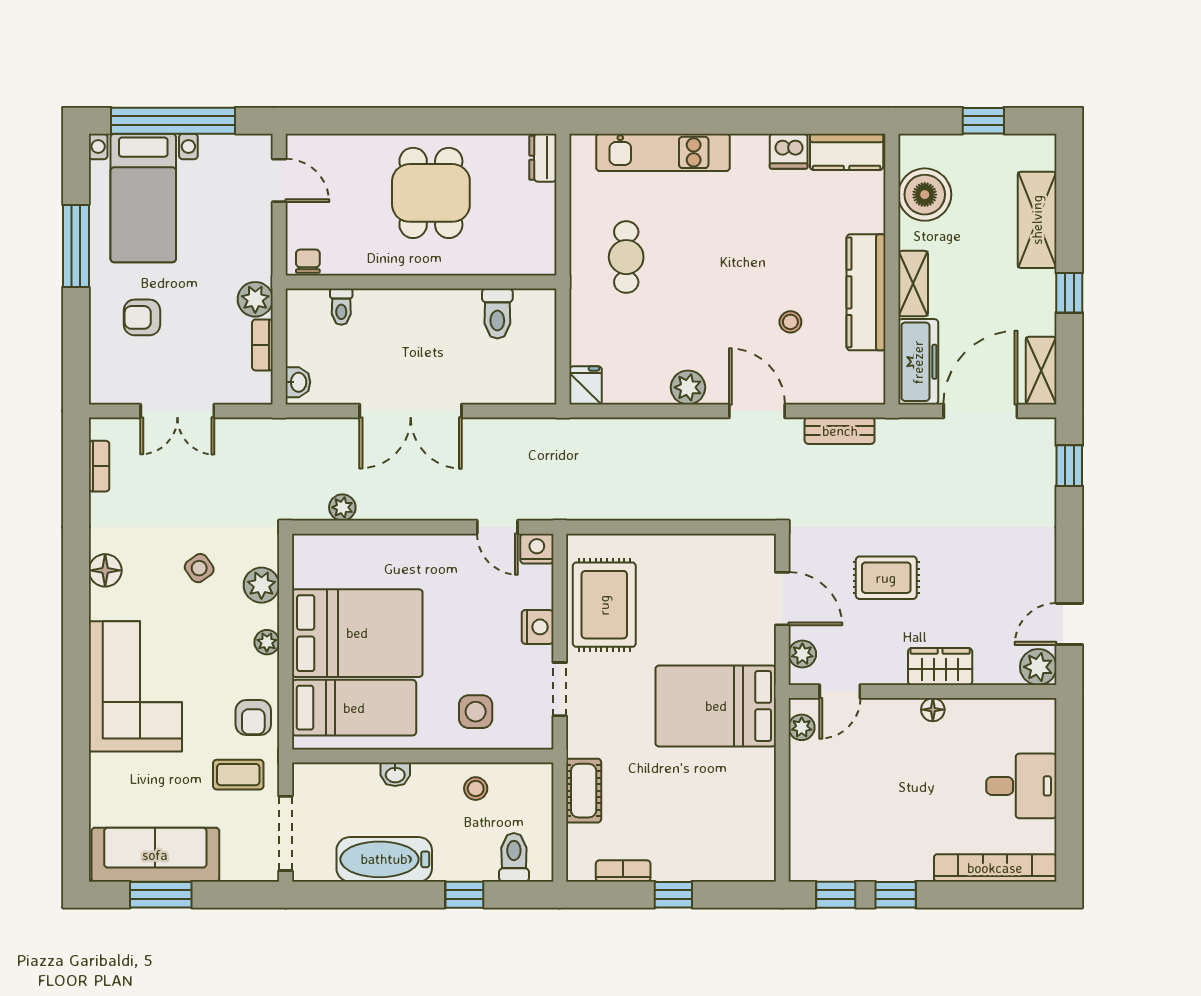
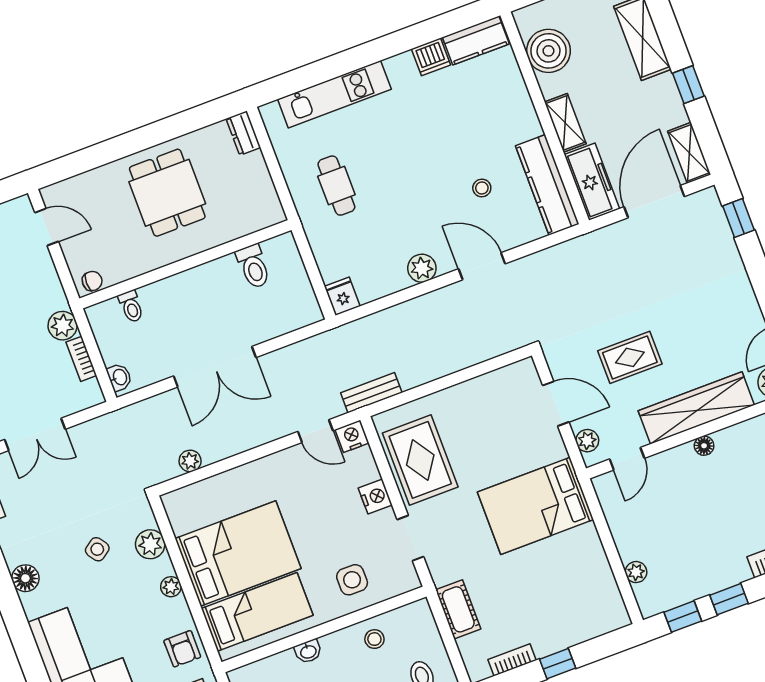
chair: (308, 261) -> (92, 281), turned 90
kitchen counter: (866, 292) -> (547, 185), moved
bench: (840, 431) -> (371, 393), moved
wardrobe: (940, 667) -> (696, 408), width x2.10, depth x1.17
plant: (802, 727) -> (636, 572), moved

